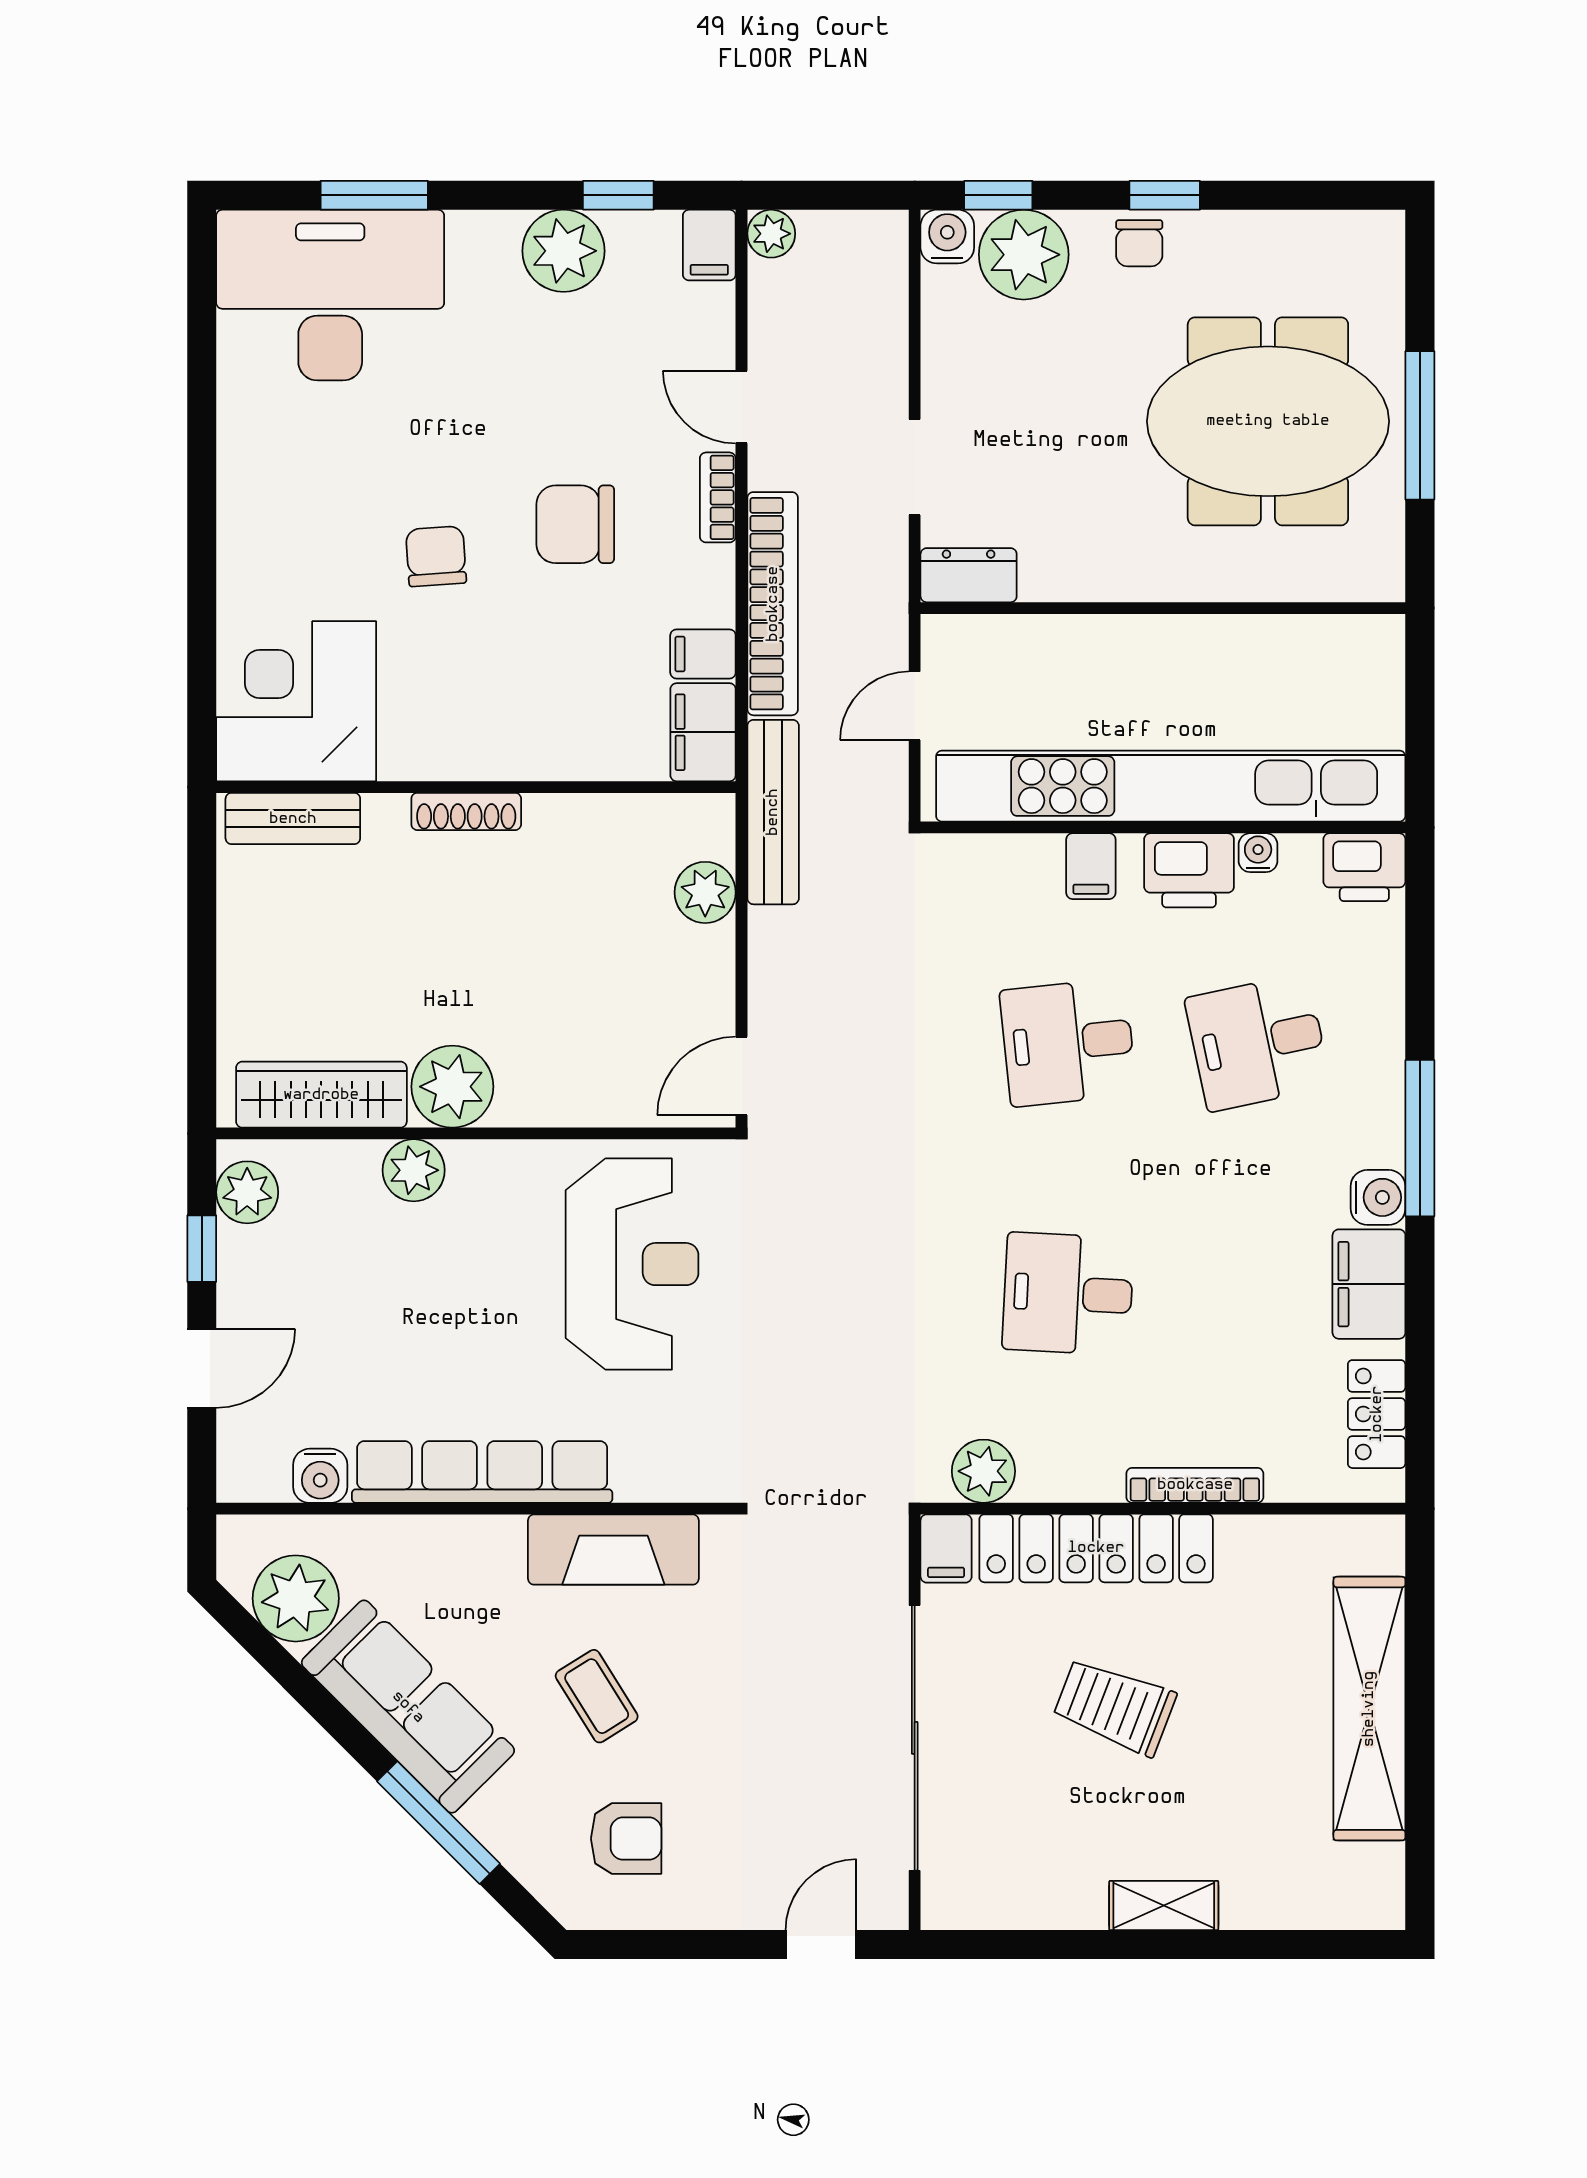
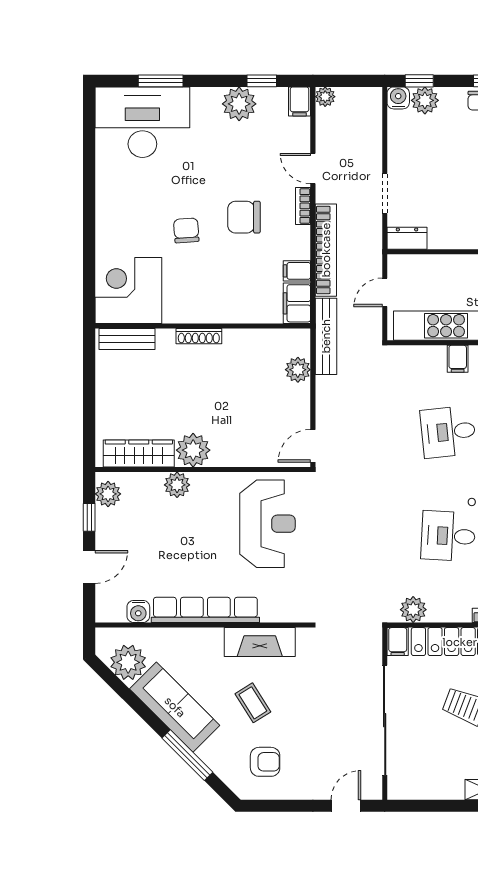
plant: (1024, 255) -> (425, 100), width x0.73, depth x0.73

